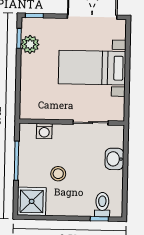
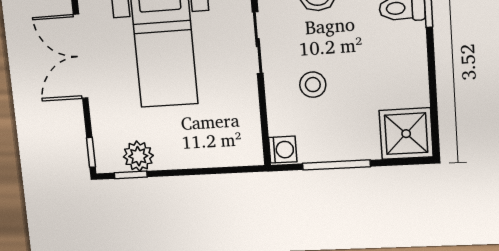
washing machine: (44, 131) -> (283, 150), moved
stool: (58, 174) -> (313, 85), moved

